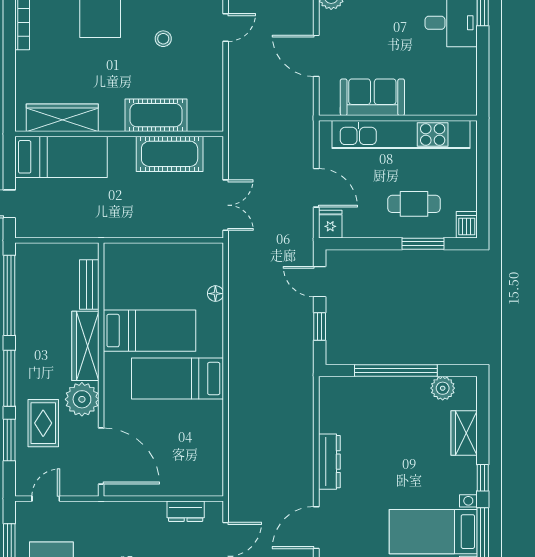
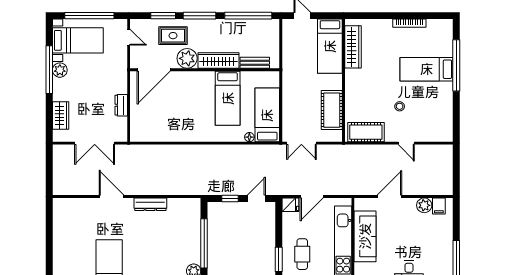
sofa: (372, 97) -> (365, 236), width x1.36
cot: (156, 115) -> (366, 132), moved, turned 90
bed: (178, 379) -> (267, 115), moved
dresser: (186, 511) -> (121, 105), moved

